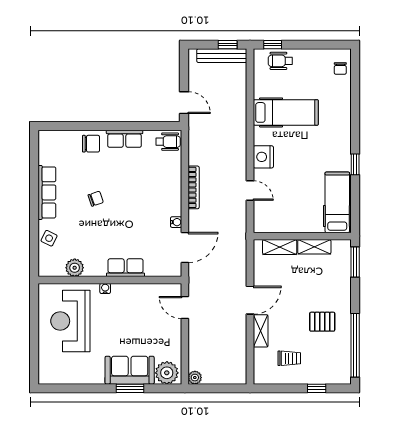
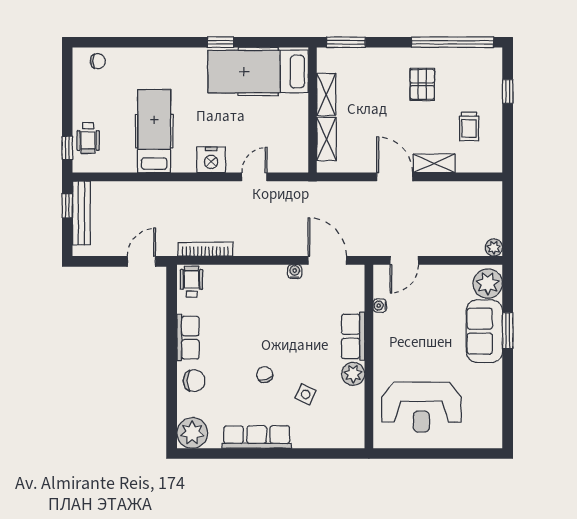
plant: (50, 142) -> (192, 433), added
chair: (91, 144) -> (194, 381), turned 90
bookcase: (194, 187) -> (205, 249), moved
hospital bed: (337, 202) -> (258, 72), width x1.37, depth x1.29
side table: (49, 238) -> (306, 394), moved
plant: (75, 268) -> (353, 374), moved
water cooler: (105, 288) -> (380, 306), moved
trolley: (289, 358) -> (469, 126), turned 180

